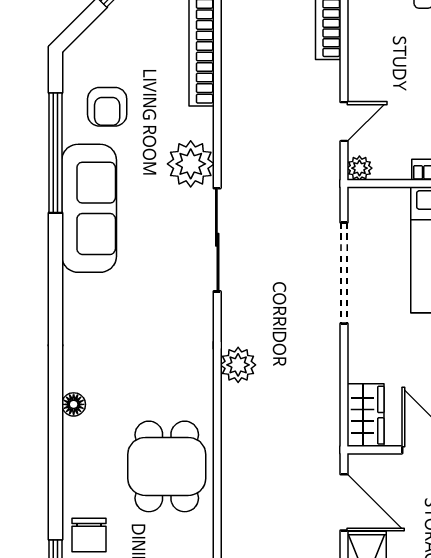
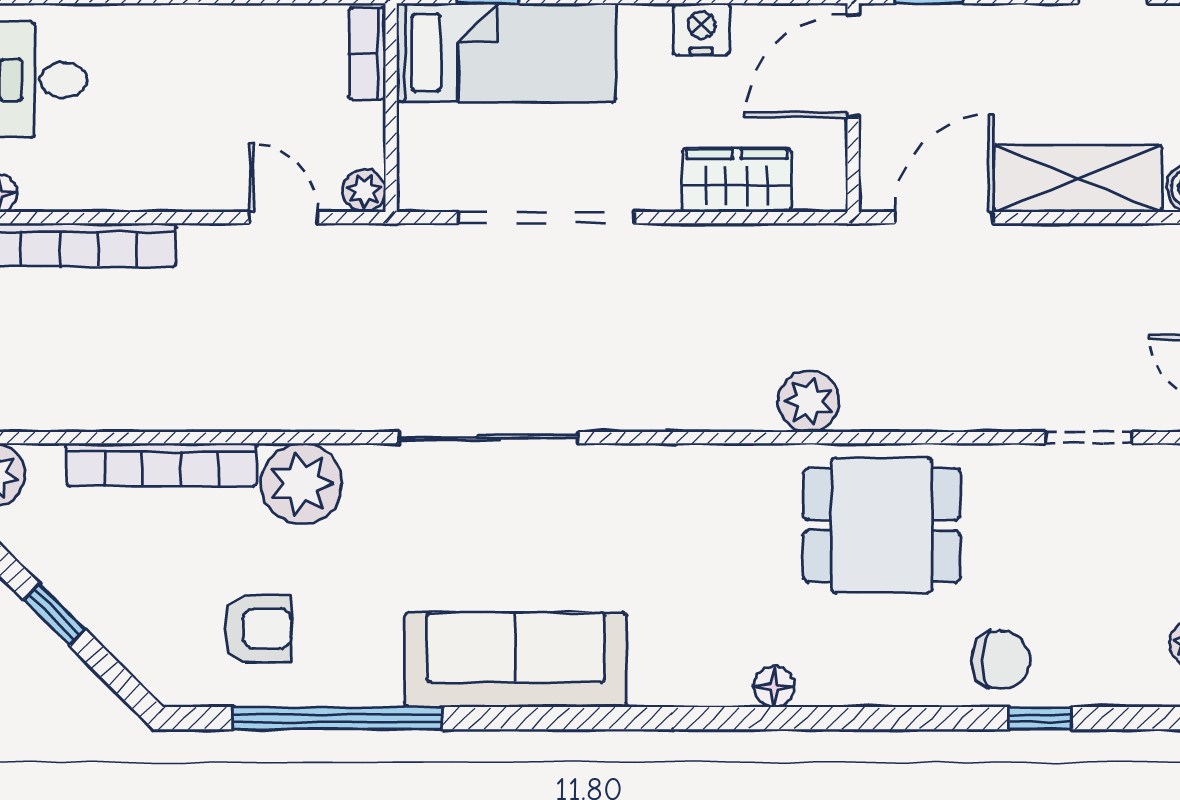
plant: (191, 164) -> (301, 484), moved
sofa: (89, 208) -> (516, 660), moved
plant: (238, 365) -> (809, 401), moved
wardrobe: (365, 415) -> (737, 180), moved

